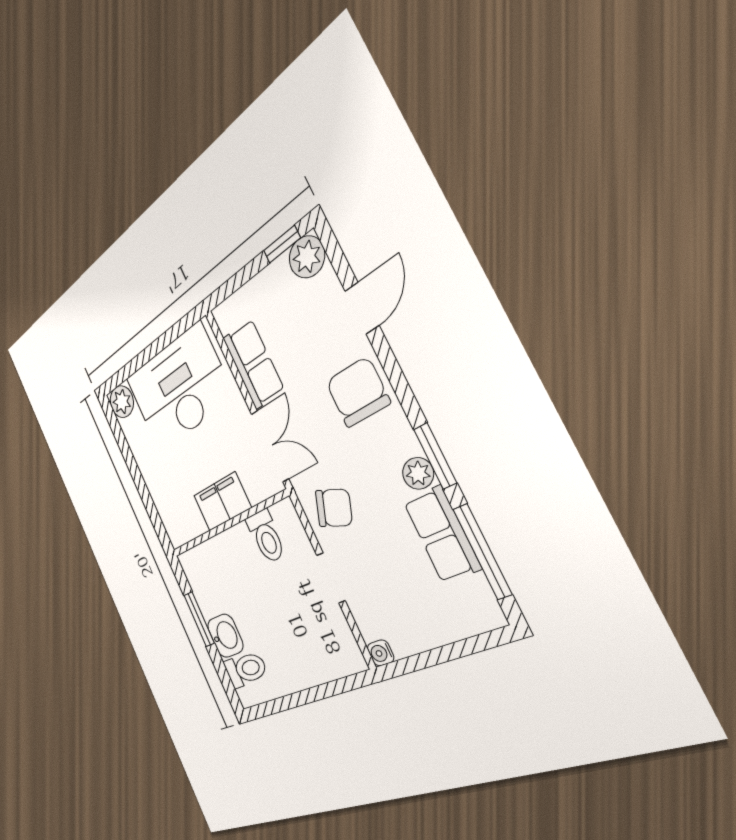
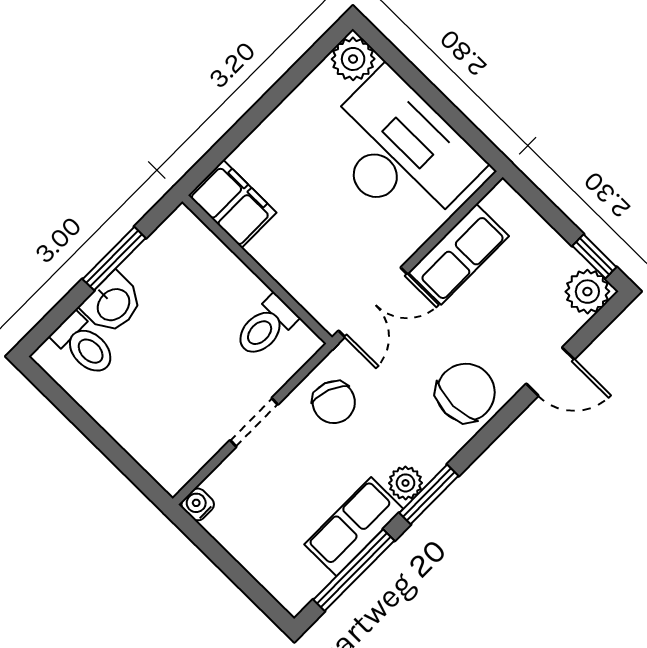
filing cabinet: (222, 502) -> (232, 204), moved

